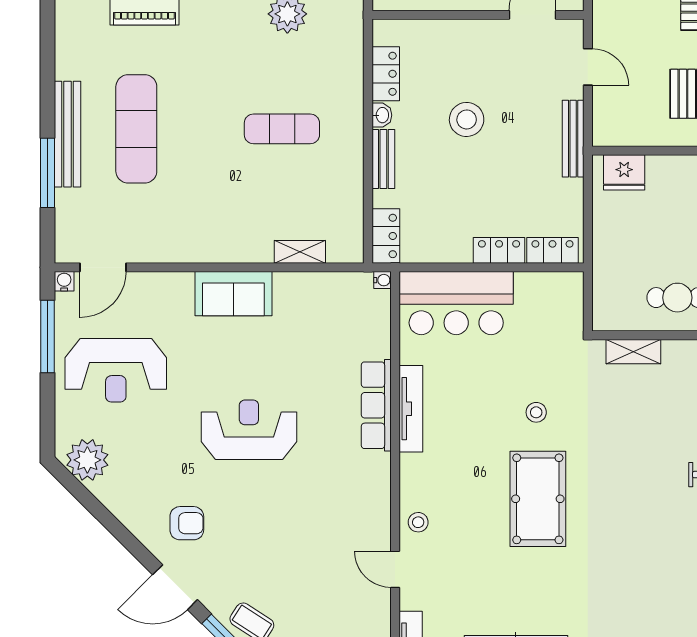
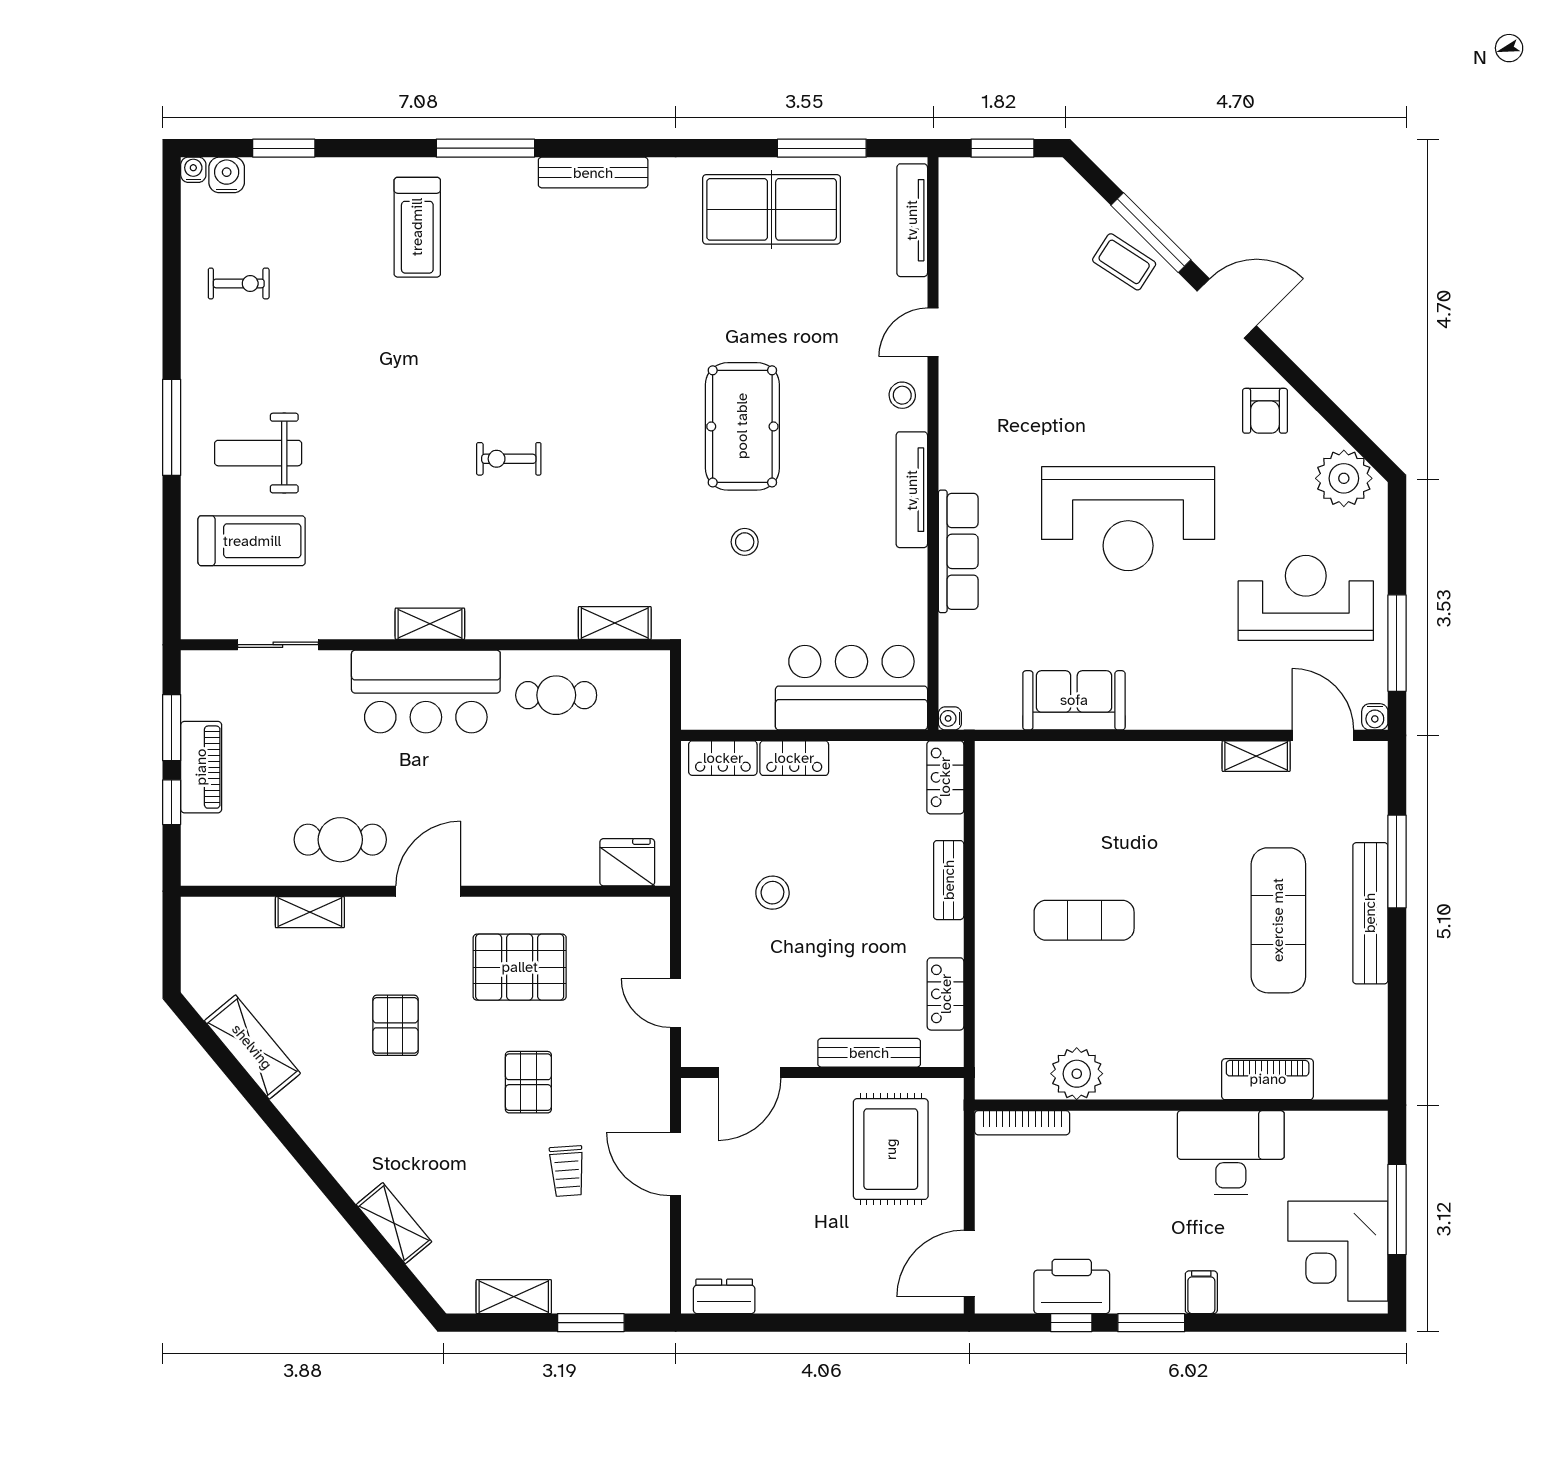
washbasin: (382, 115) -> (951, 939), removed
stool: (467, 119) -> (772, 893), moved, width x0.73, depth x0.73
bench: (573, 139) -> (869, 1053), moved, turned 90
shelving: (300, 252) -> (1256, 756), moved
door: (103, 267) -> (1323, 735), hinge flipped
sofa: (233, 294) -> (1074, 700), moved
tv unit: (411, 409) -> (912, 490), moved
reception desk: (249, 430) -> (1128, 519), width x1.36, depth x1.30
armchair: (187, 523) -> (1265, 411), moved, turned -90
door: (395, 569) -> (933, 332), swing flipped

